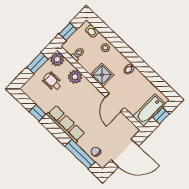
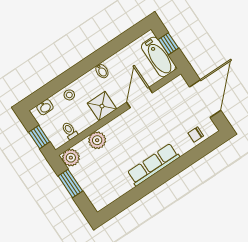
wheelchair: (52, 82) -> (97, 170), removed
door: (115, 102) -> (140, 98), swing flipped
window: (38, 113) -> (132, 197), removed
window: (80, 154) -> (195, 155), removed

